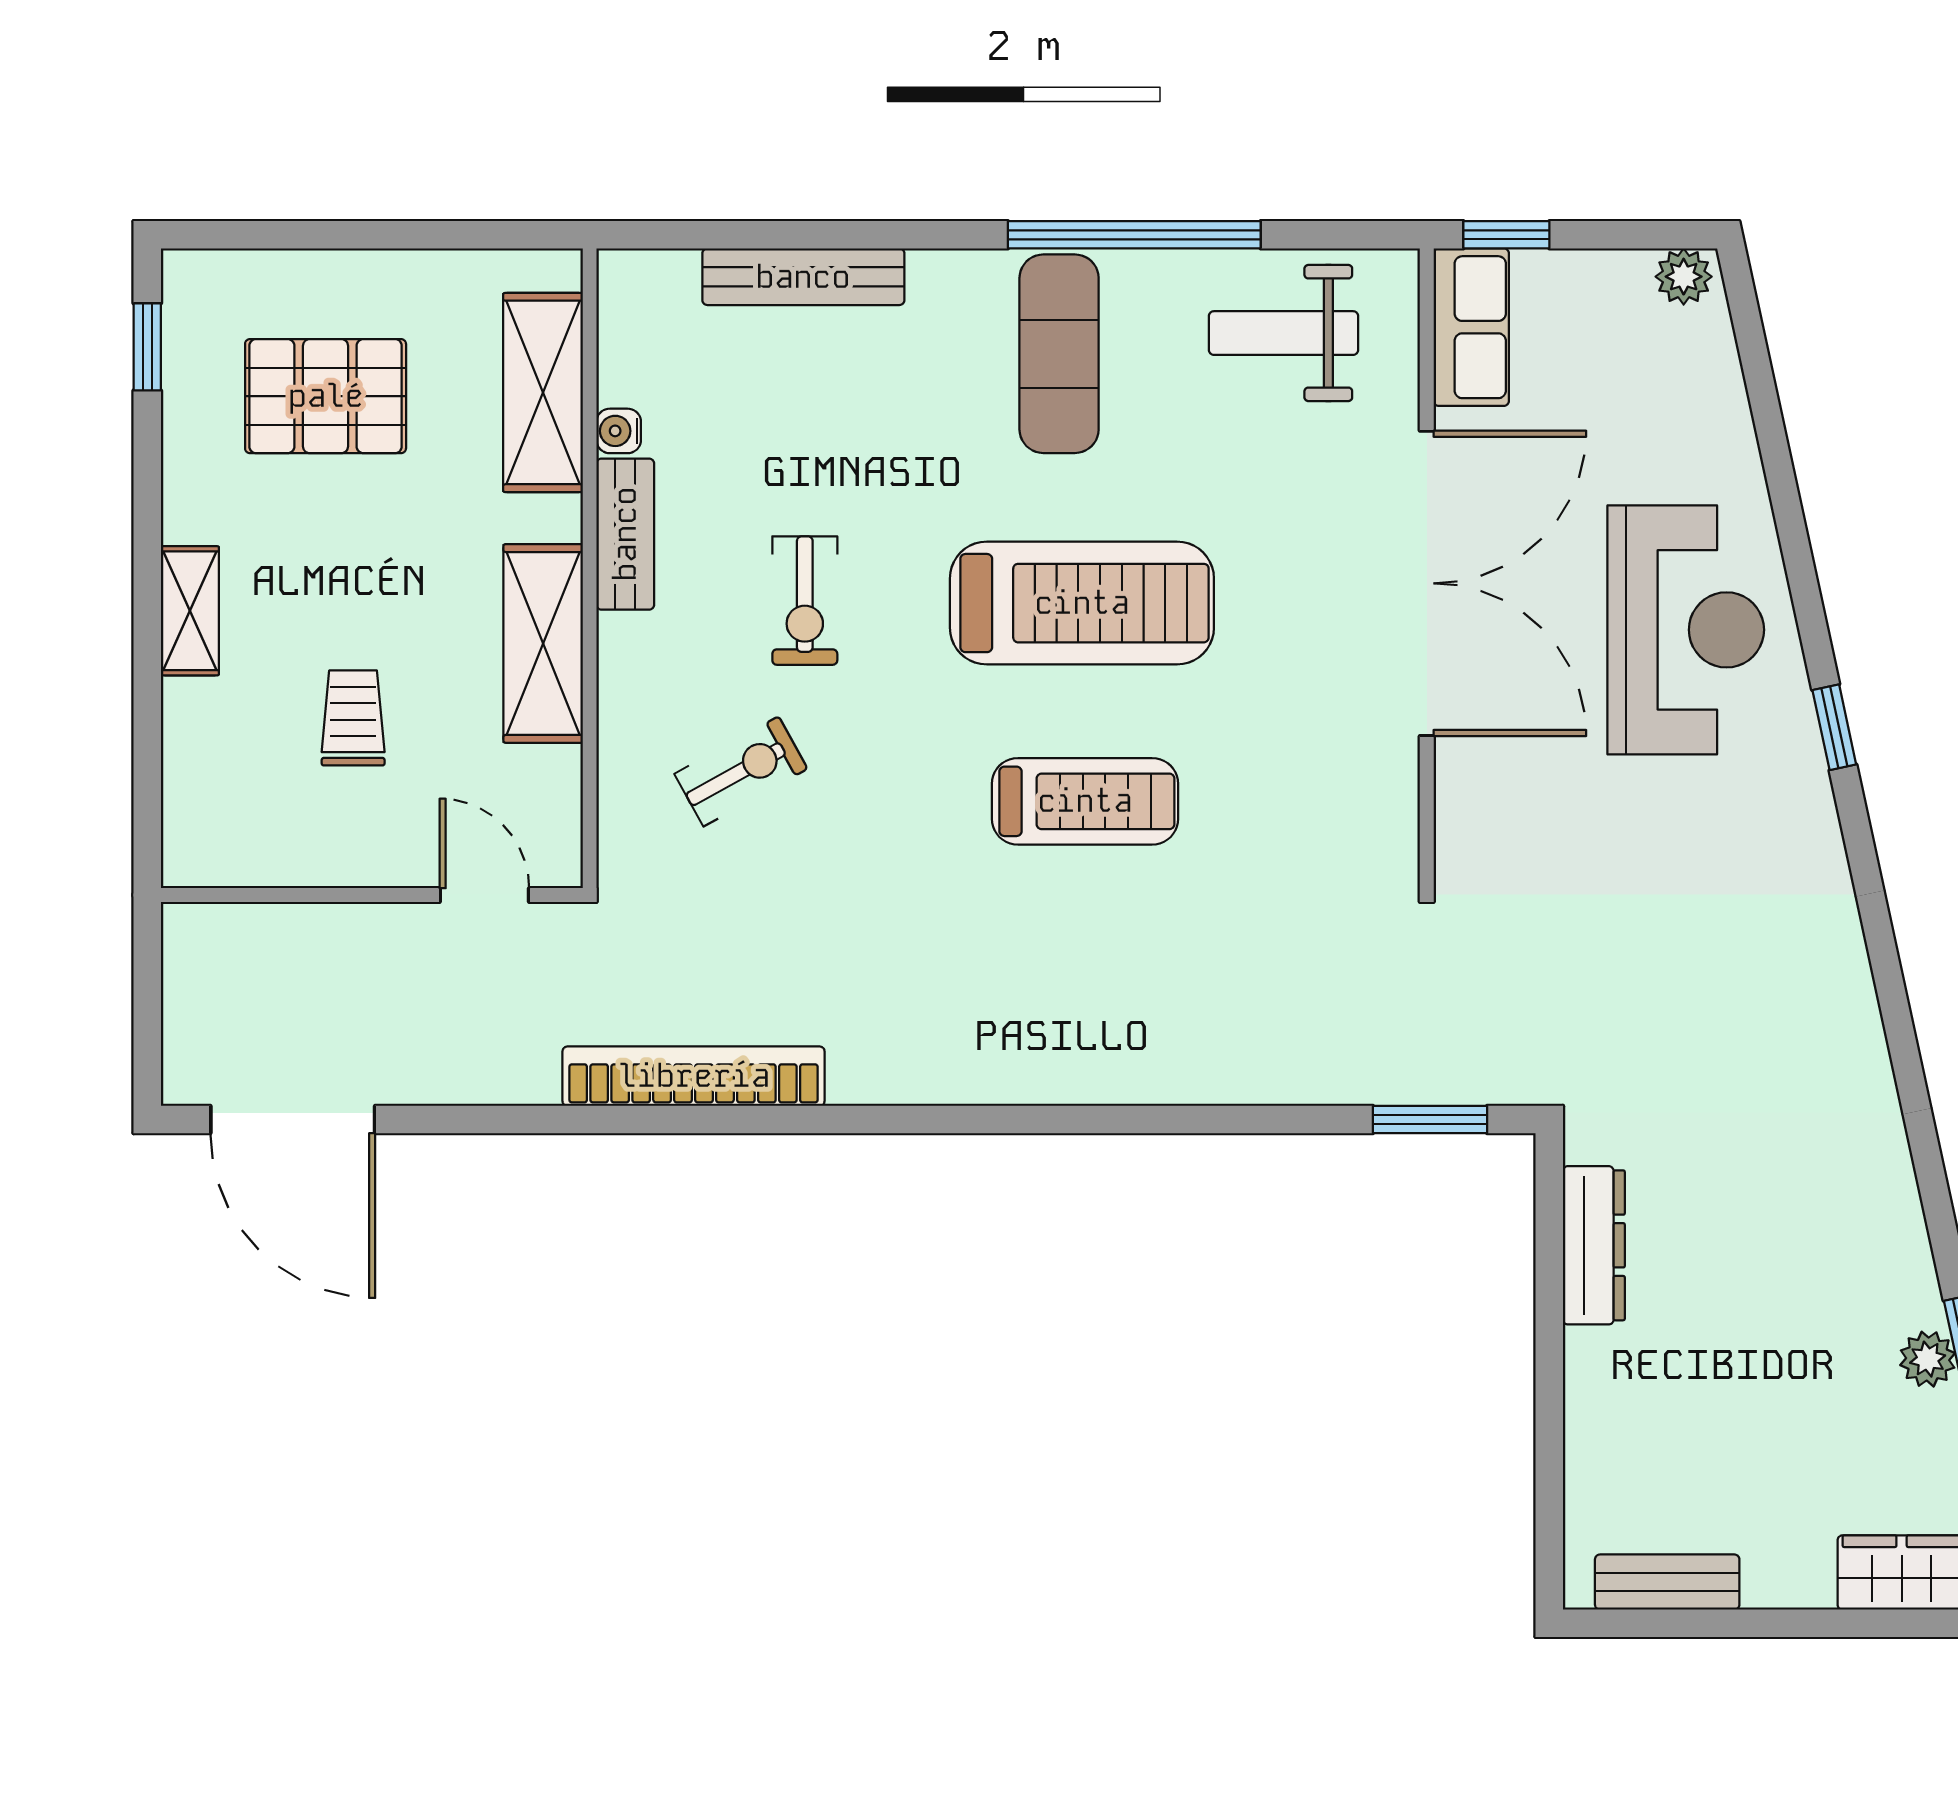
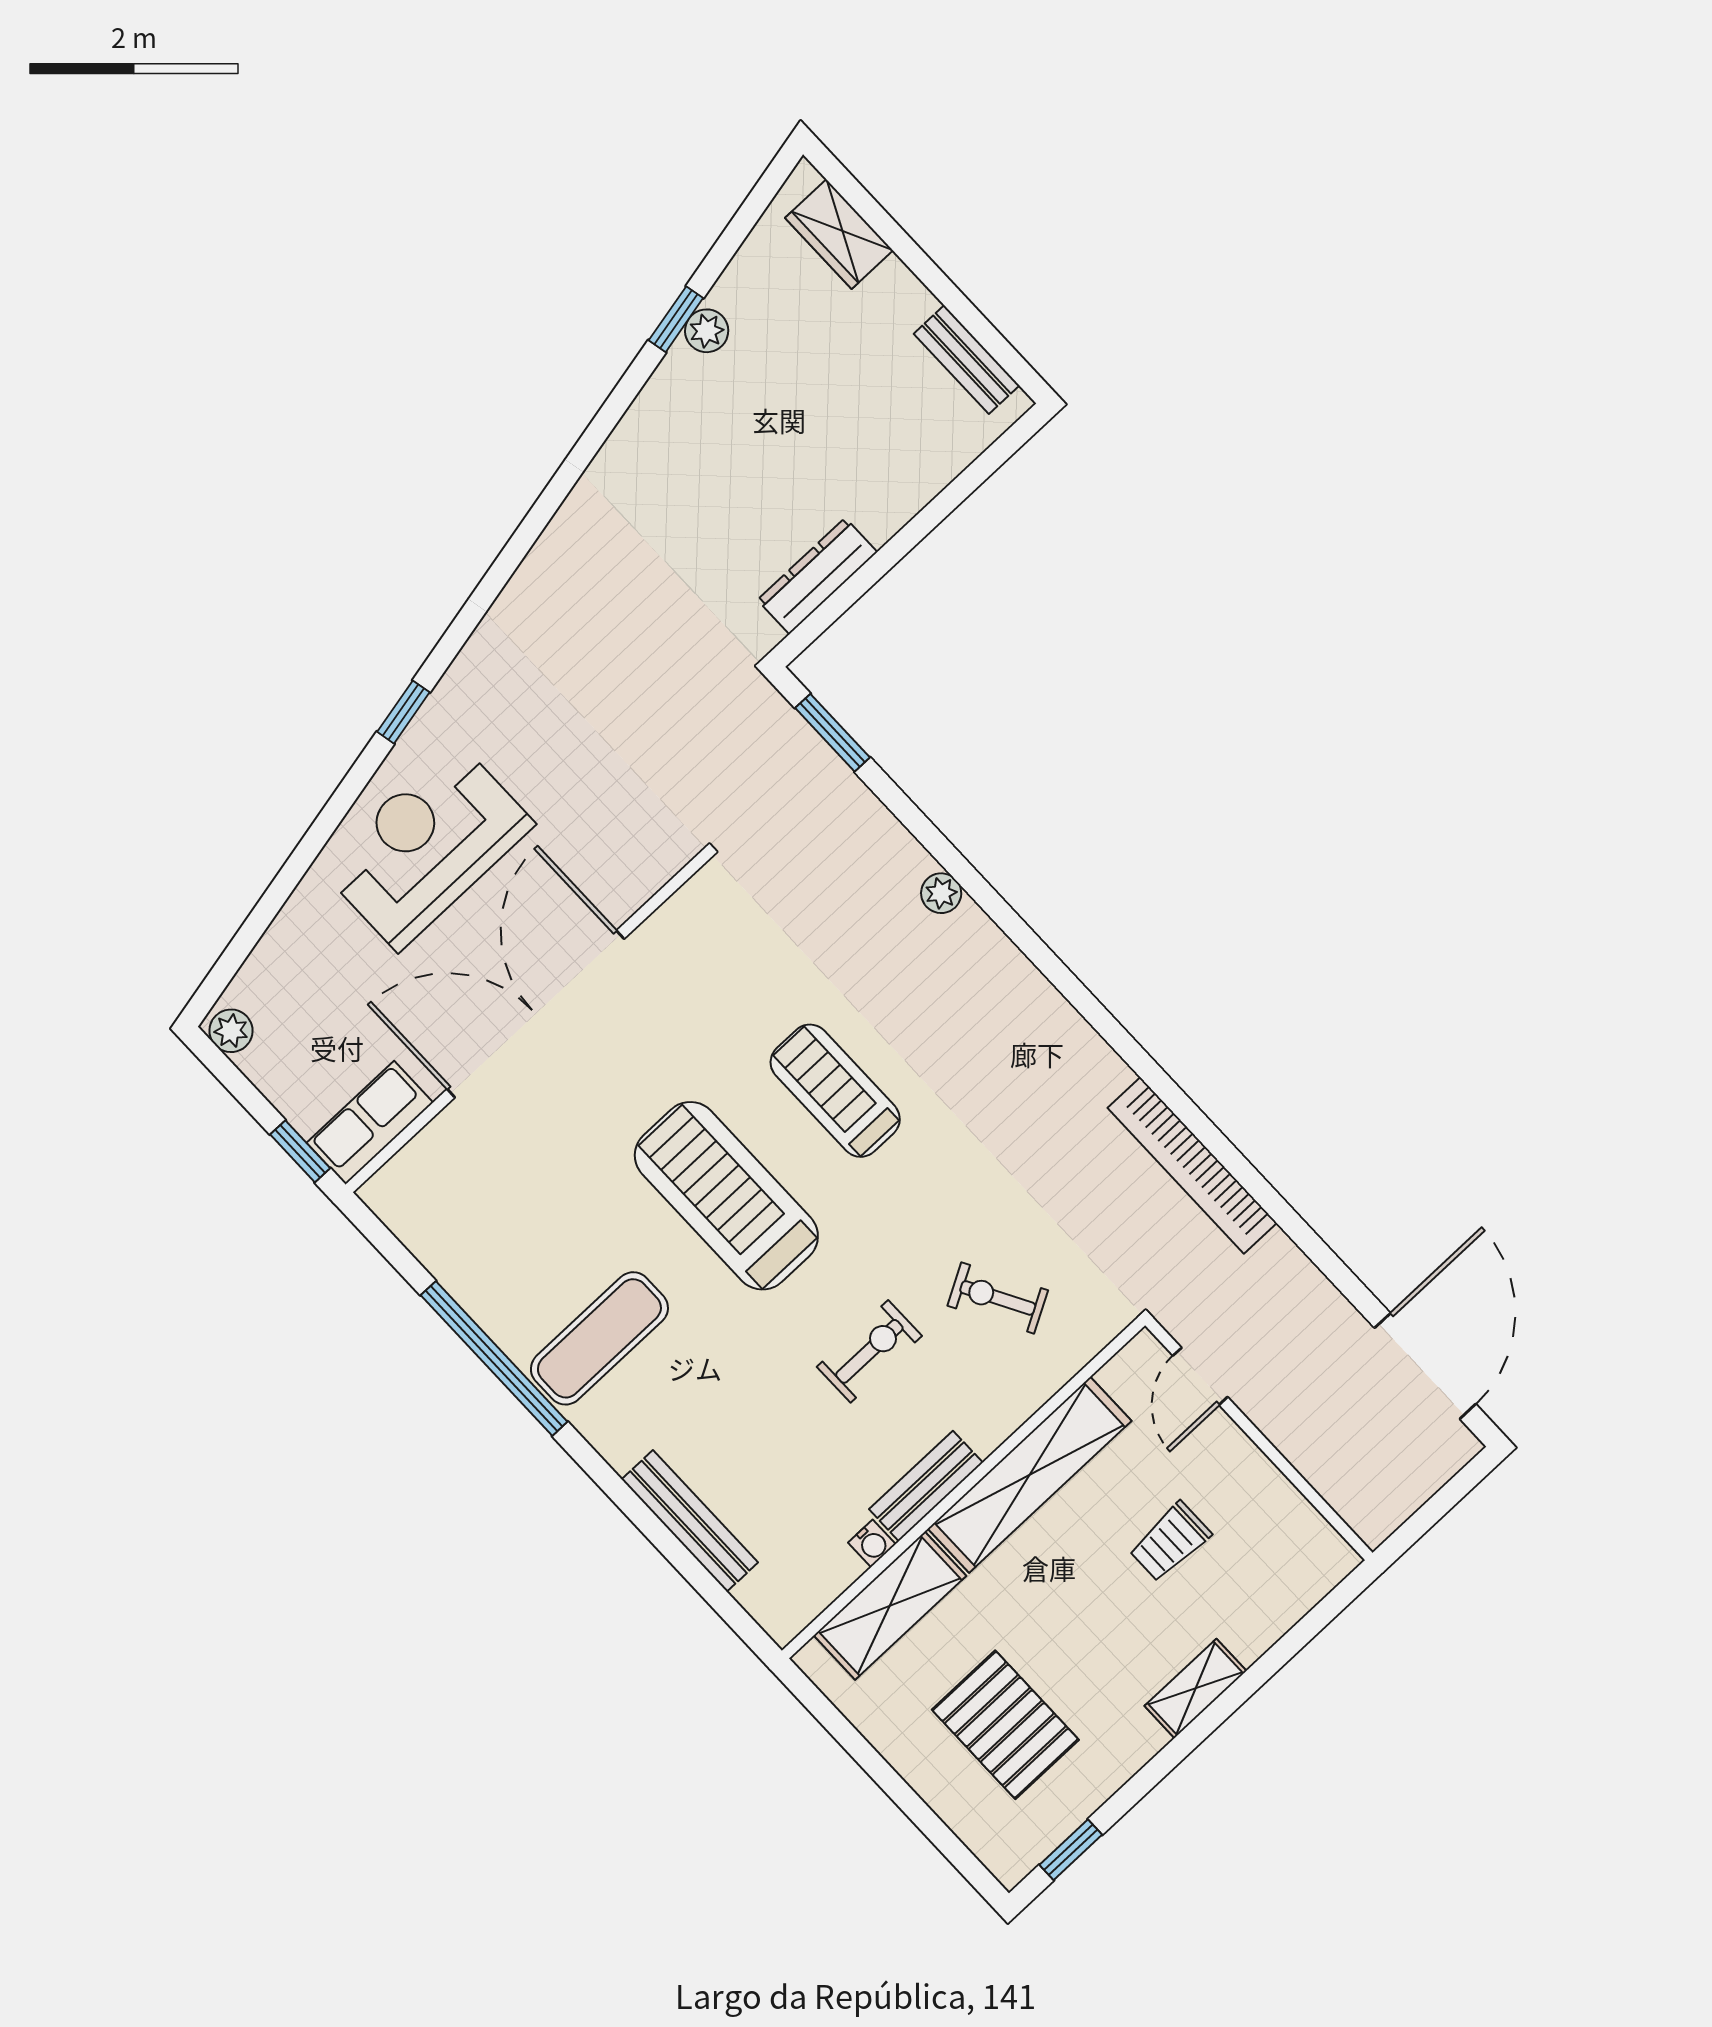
weight bench: (1284, 333) -> (471, 1224), removed
shelving: (543, 643) -> (1030, 1475), width x1.47
plant: (1179, 1080) -> (941, 893), added

